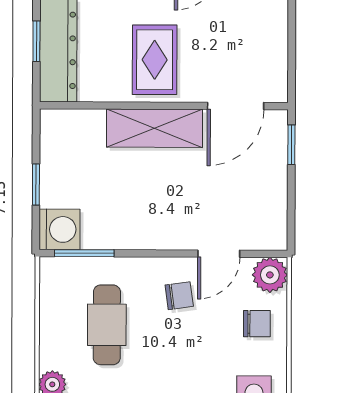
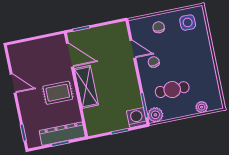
plant: (270, 275) -> (155, 115), moved

